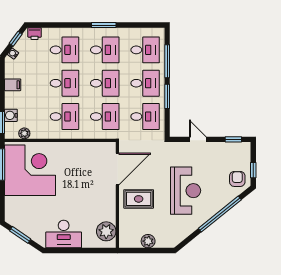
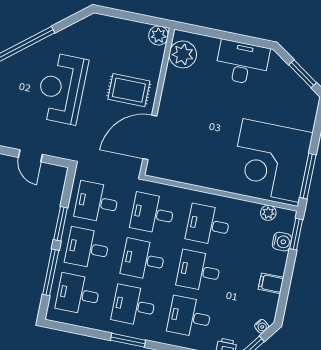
plant: (148, 241) -> (159, 35), moved

